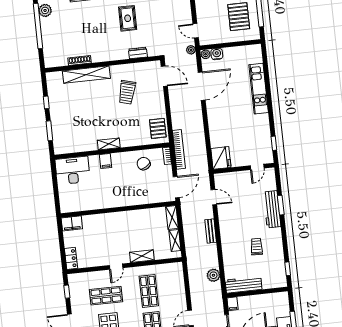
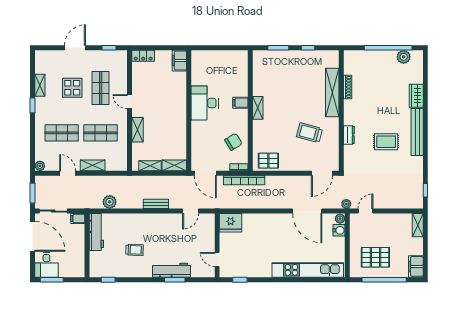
dresser: (138, 53) -> (349, 135), moved
kitchen unit: (259, 89) -> (308, 270), width x1.36
desk: (73, 170) -> (205, 103), moved, turned 180
shelving: (180, 295) -> (93, 165), added

